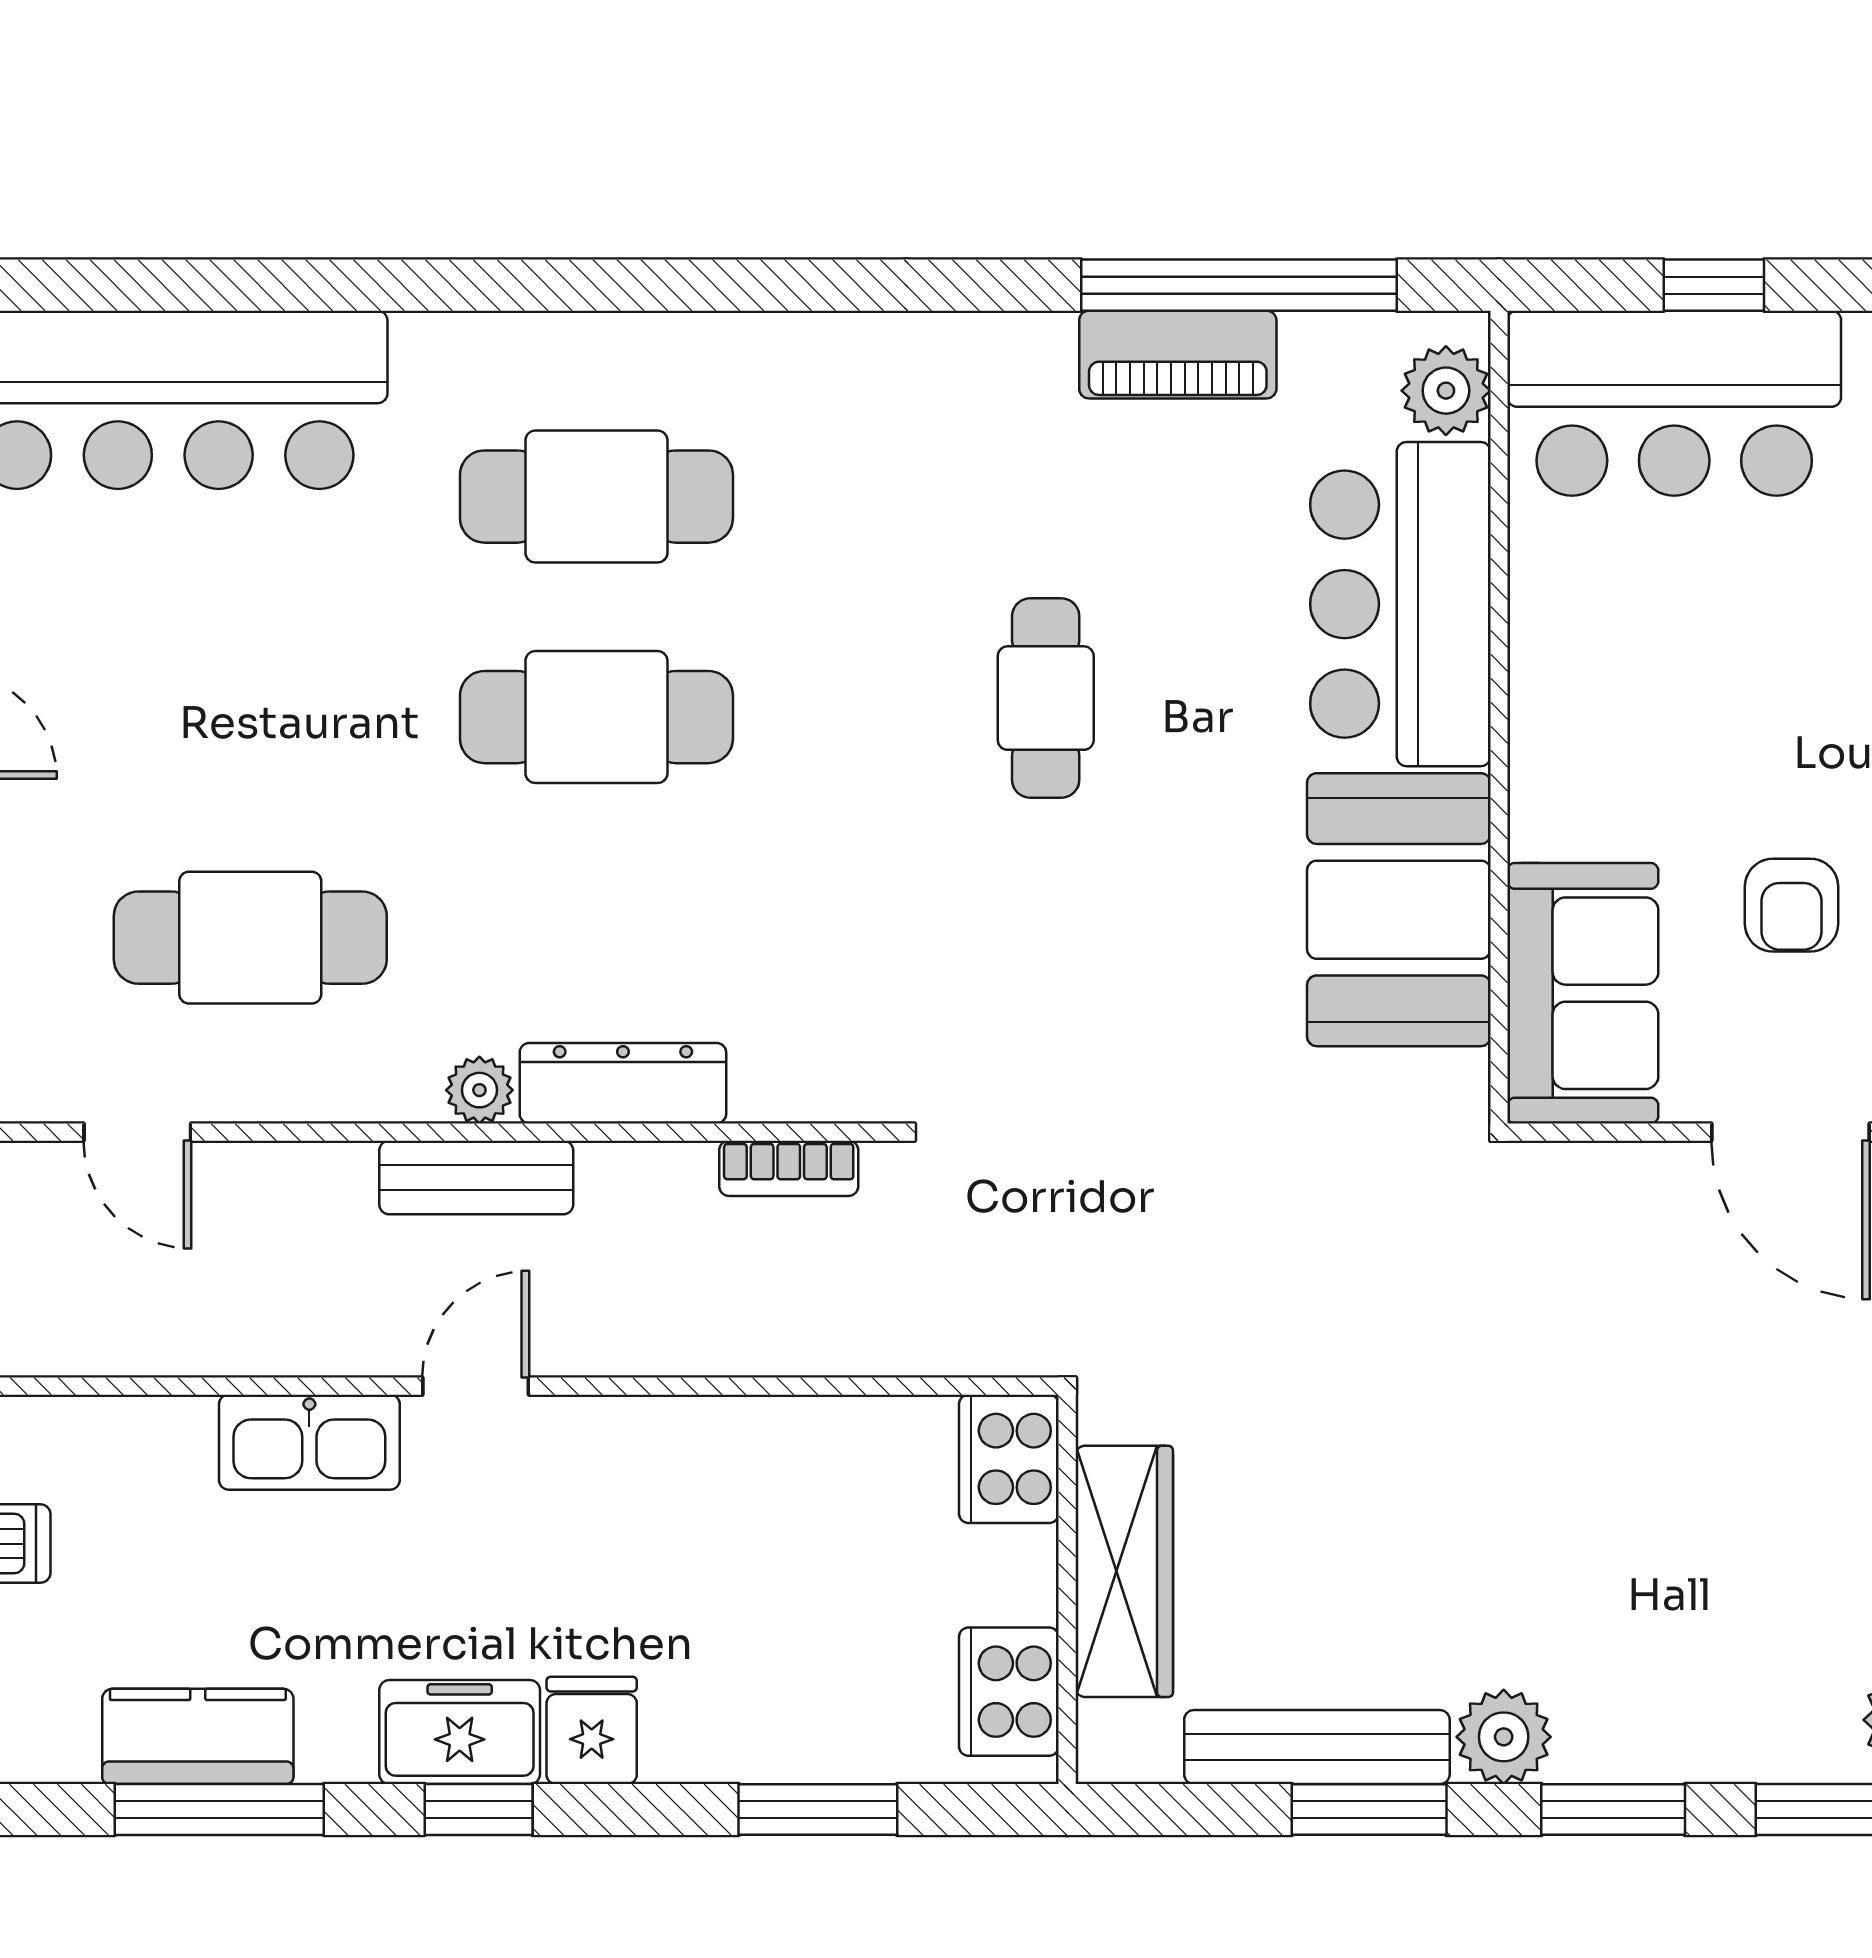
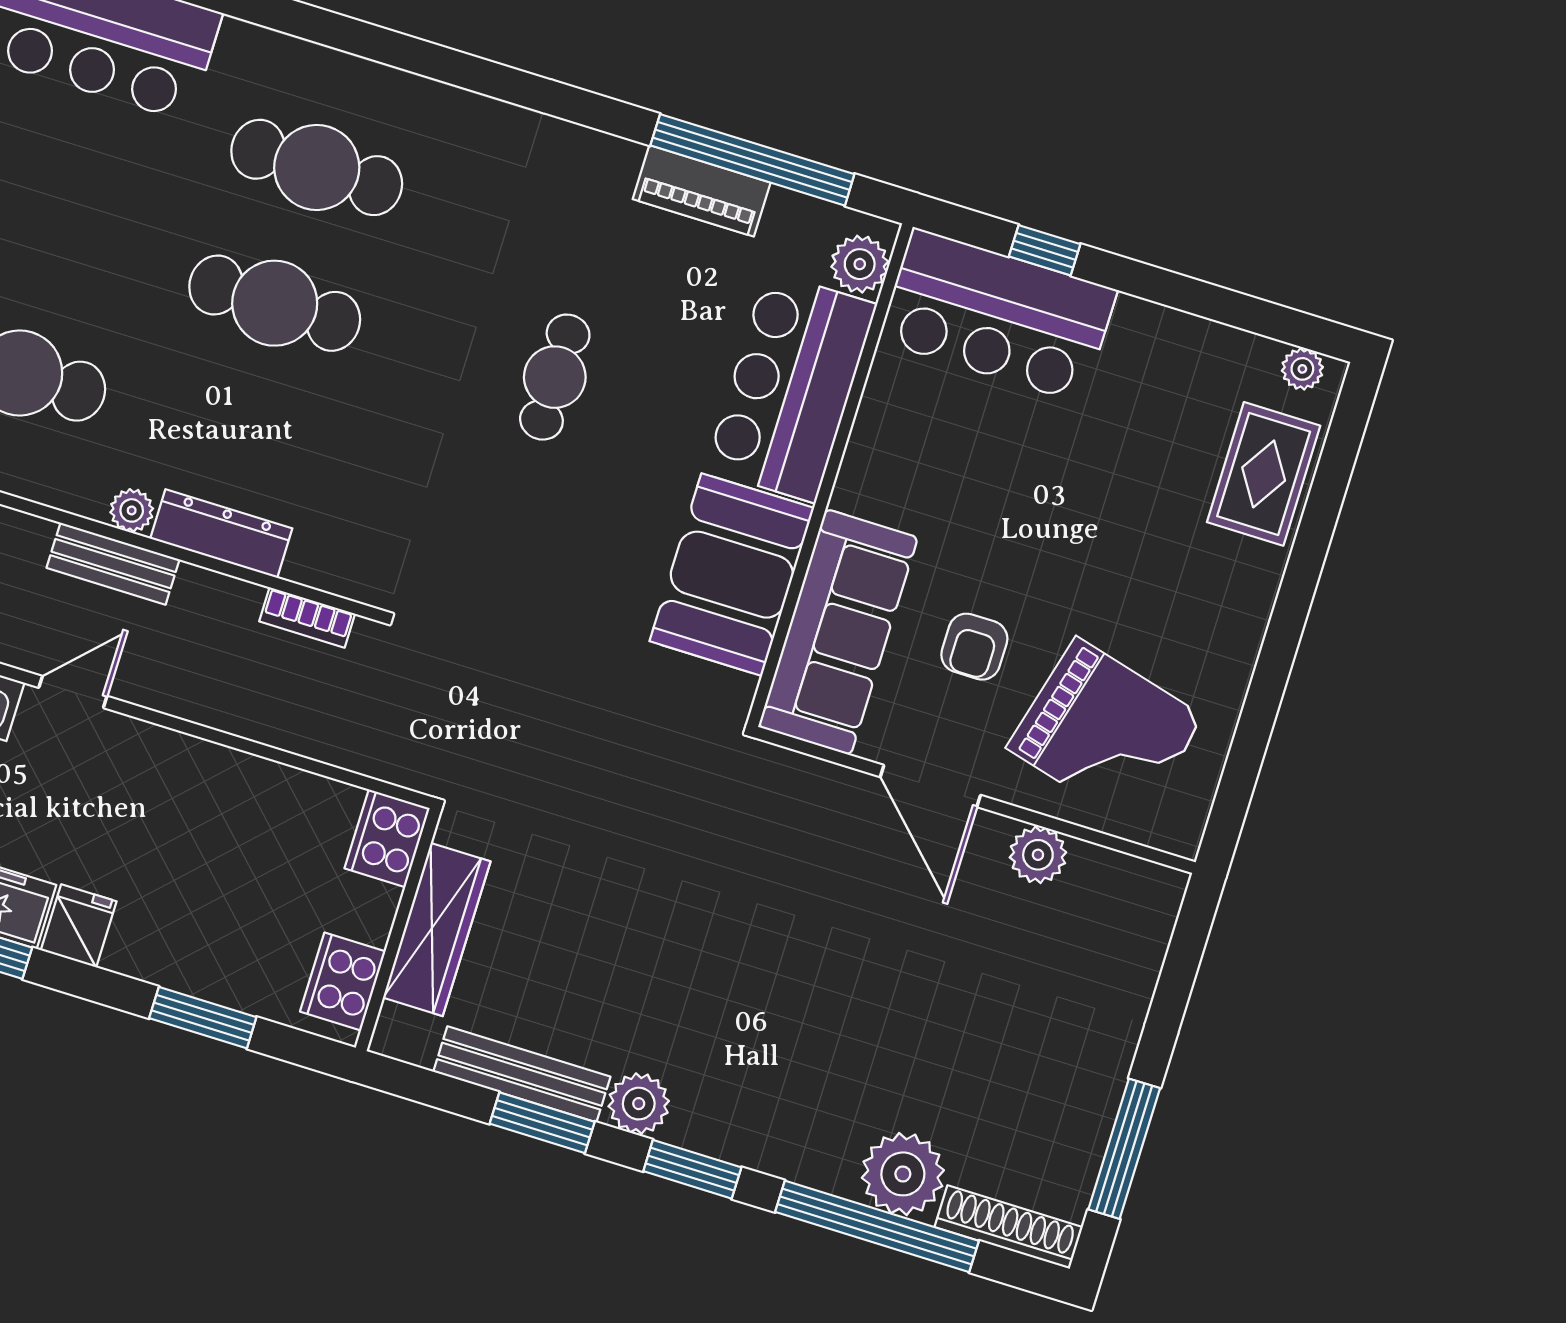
sofa: (1583, 993) -> (838, 632), width x1.36

